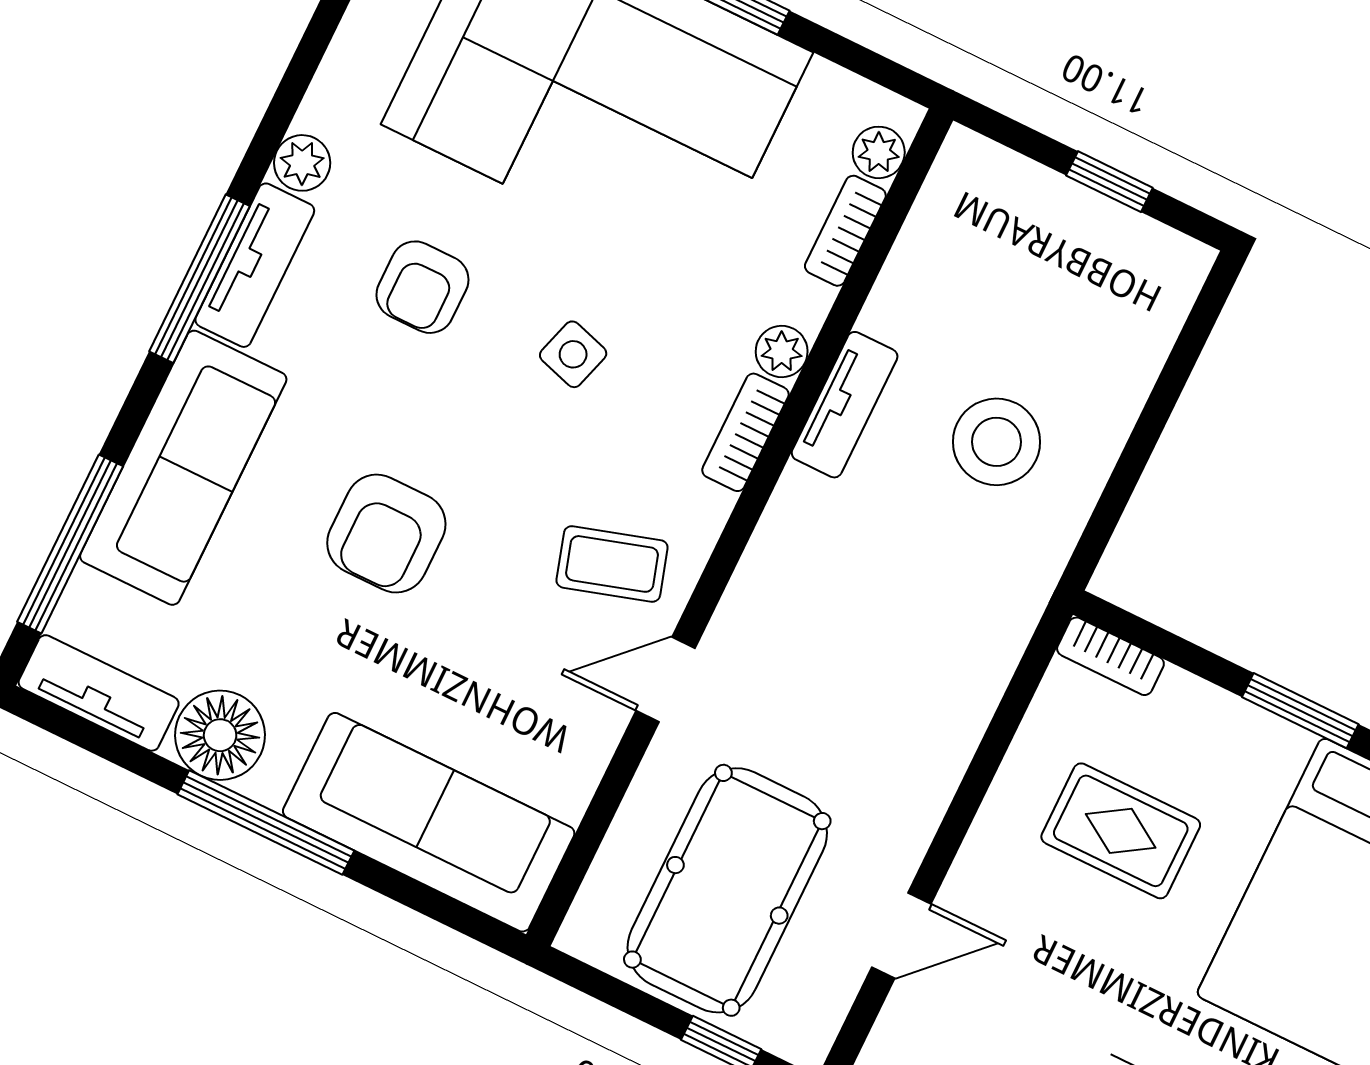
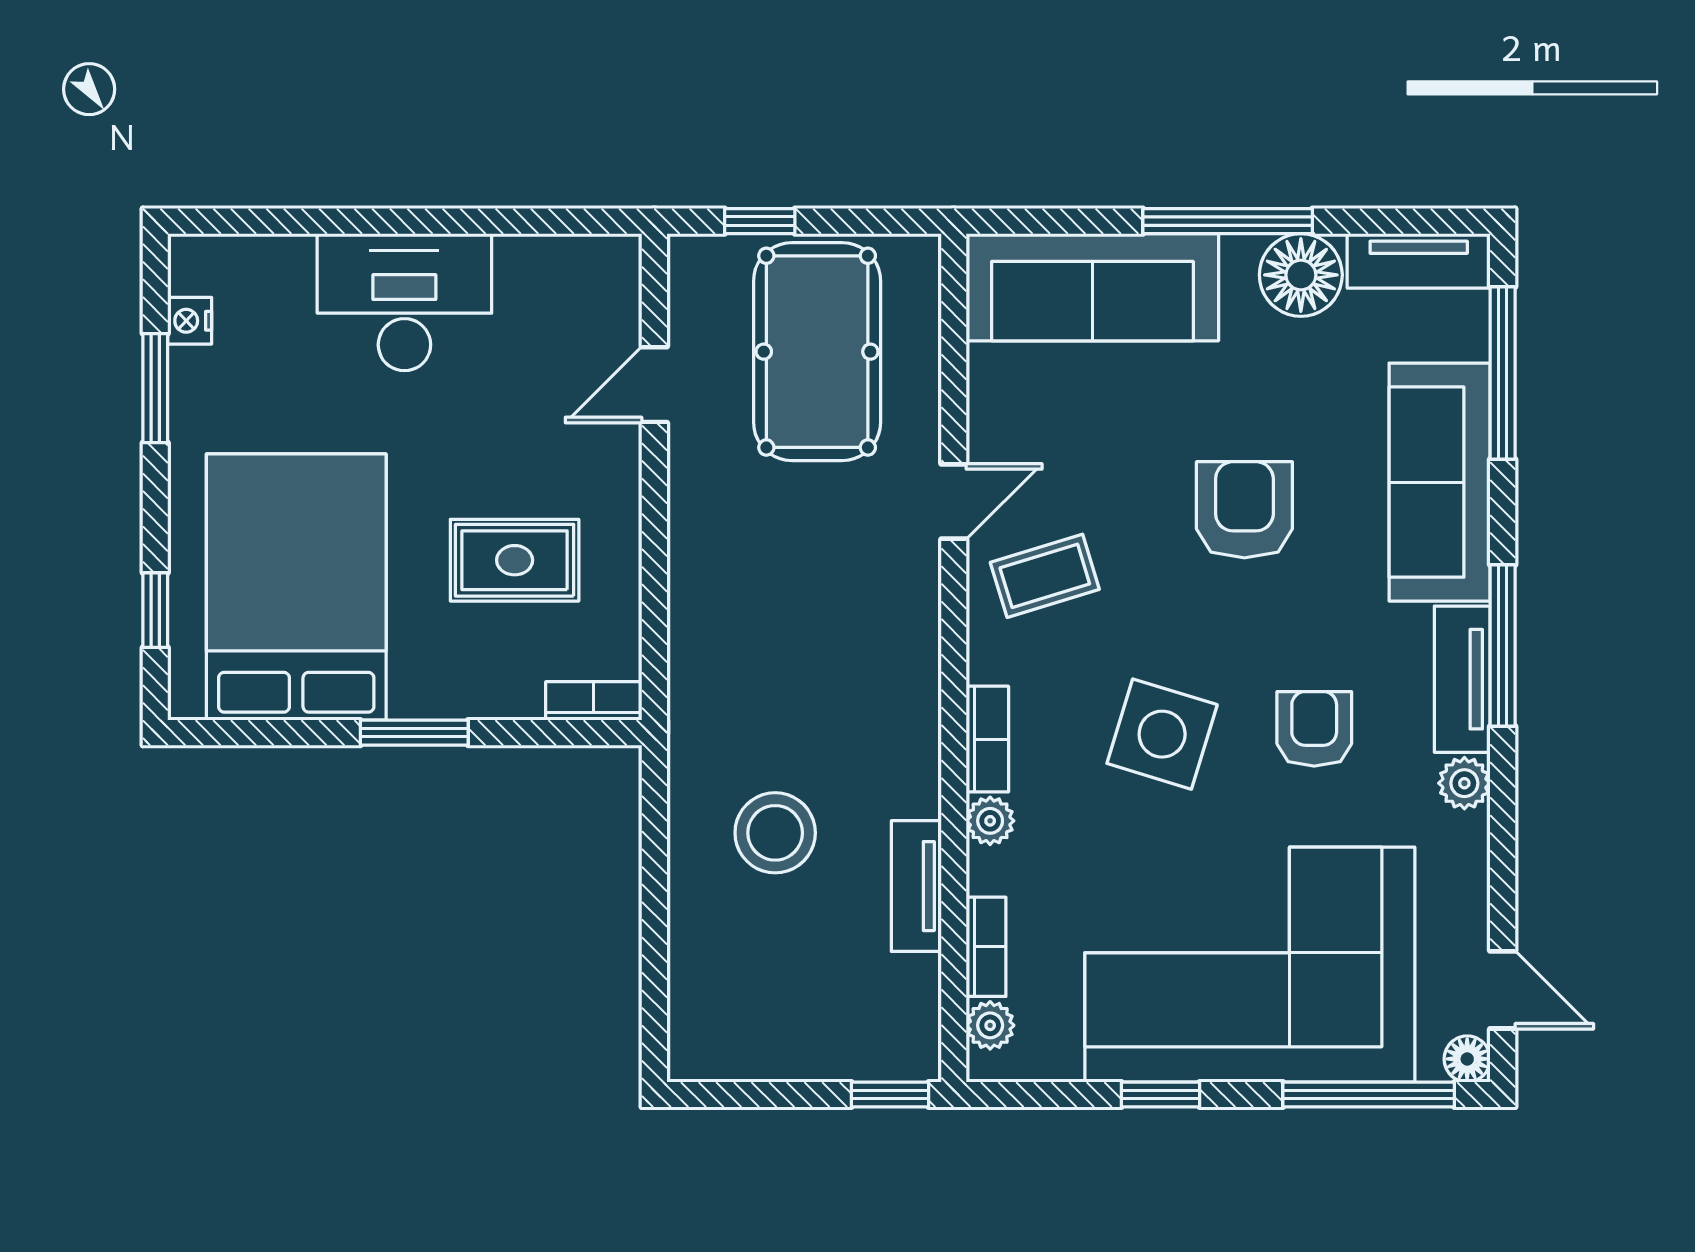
window: (1109, 182) -> (890, 1094), moved
side table: (573, 354) -> (1162, 734), width x1.87, depth x1.87
tv unit: (845, 405) -> (916, 886), moved

